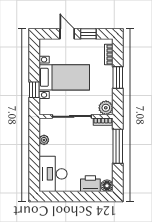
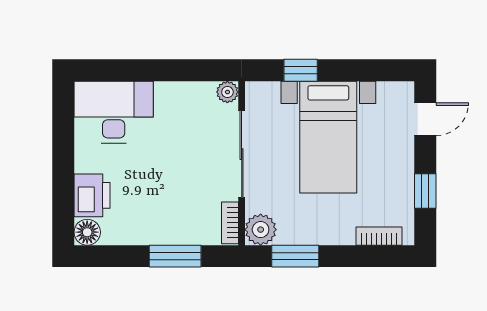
door: (67, 34) -> (425, 119), moved
window: (118, 78) -> (295, 256), moved
plant: (44, 140) -> (227, 92), moved
window: (118, 146) -> (175, 256), width x0.69

